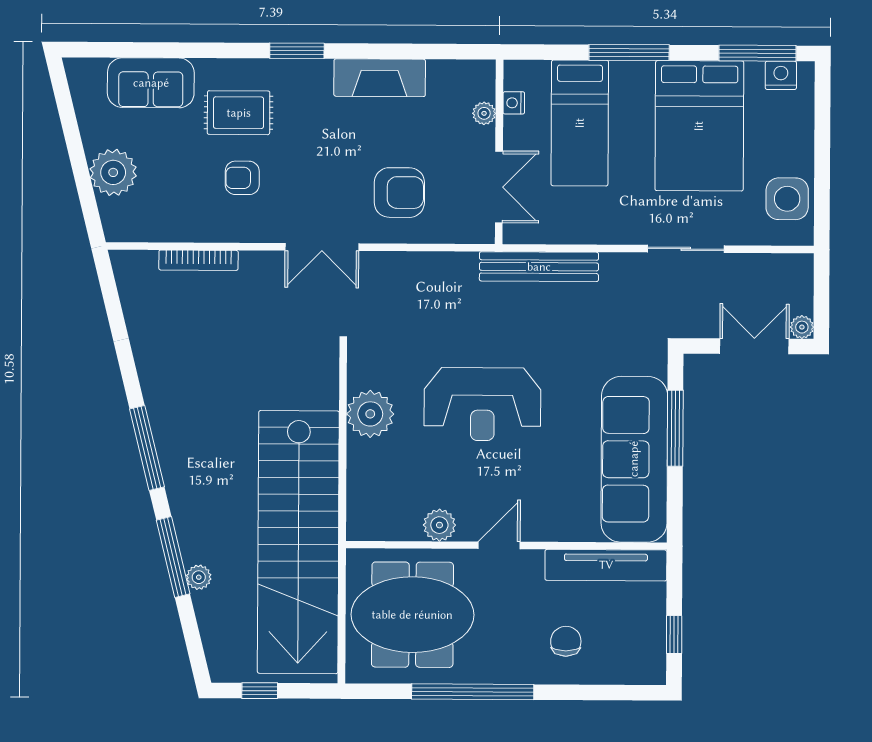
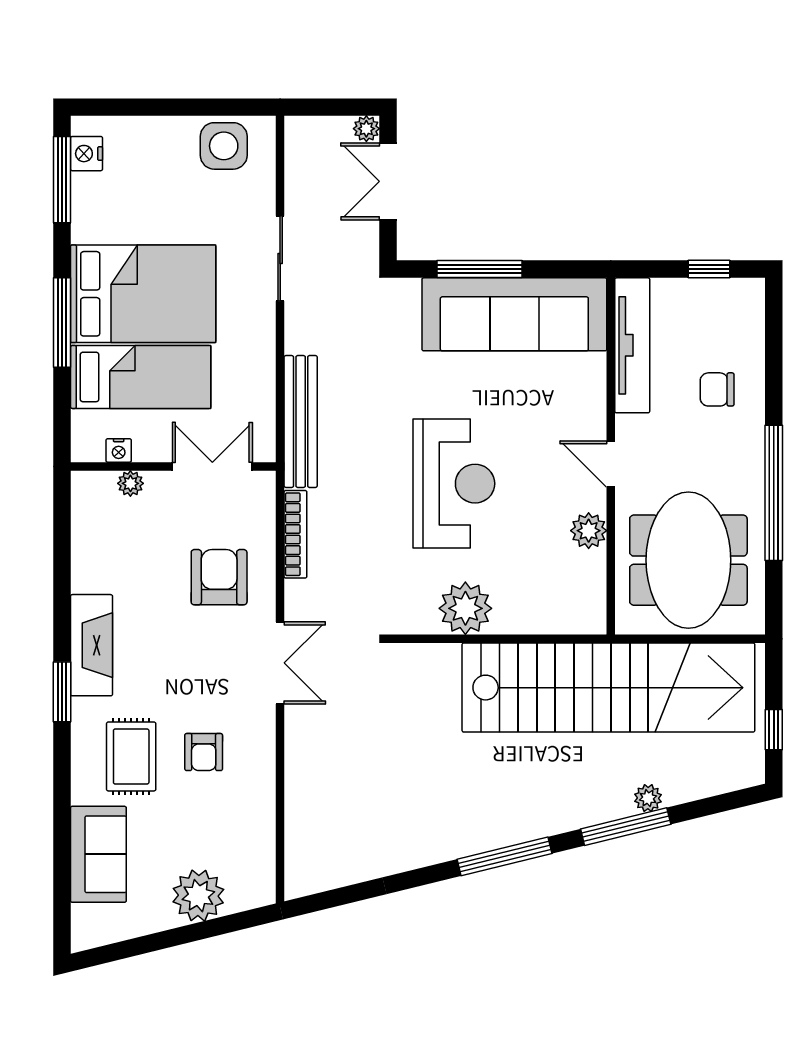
fireplace: (380, 78) -> (91, 645), moved
bed: (699, 126) -> (143, 294), moved
bookcase: (198, 260) -> (295, 534), moved

